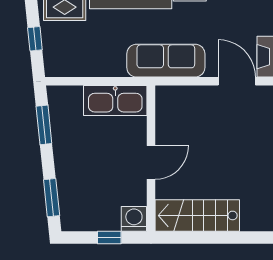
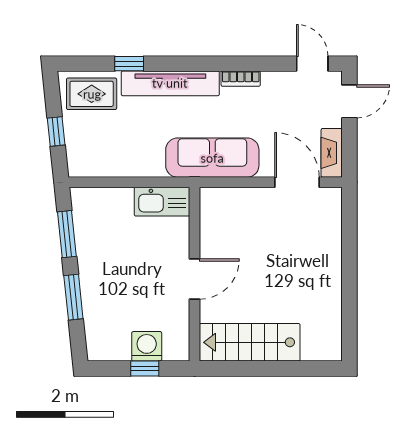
kitchen sink: (115, 101) -> (162, 202), width x0.73, depth x0.81
window: (52, 198) -> (73, 297), moved
washing machine: (134, 219) -> (147, 346), moved

